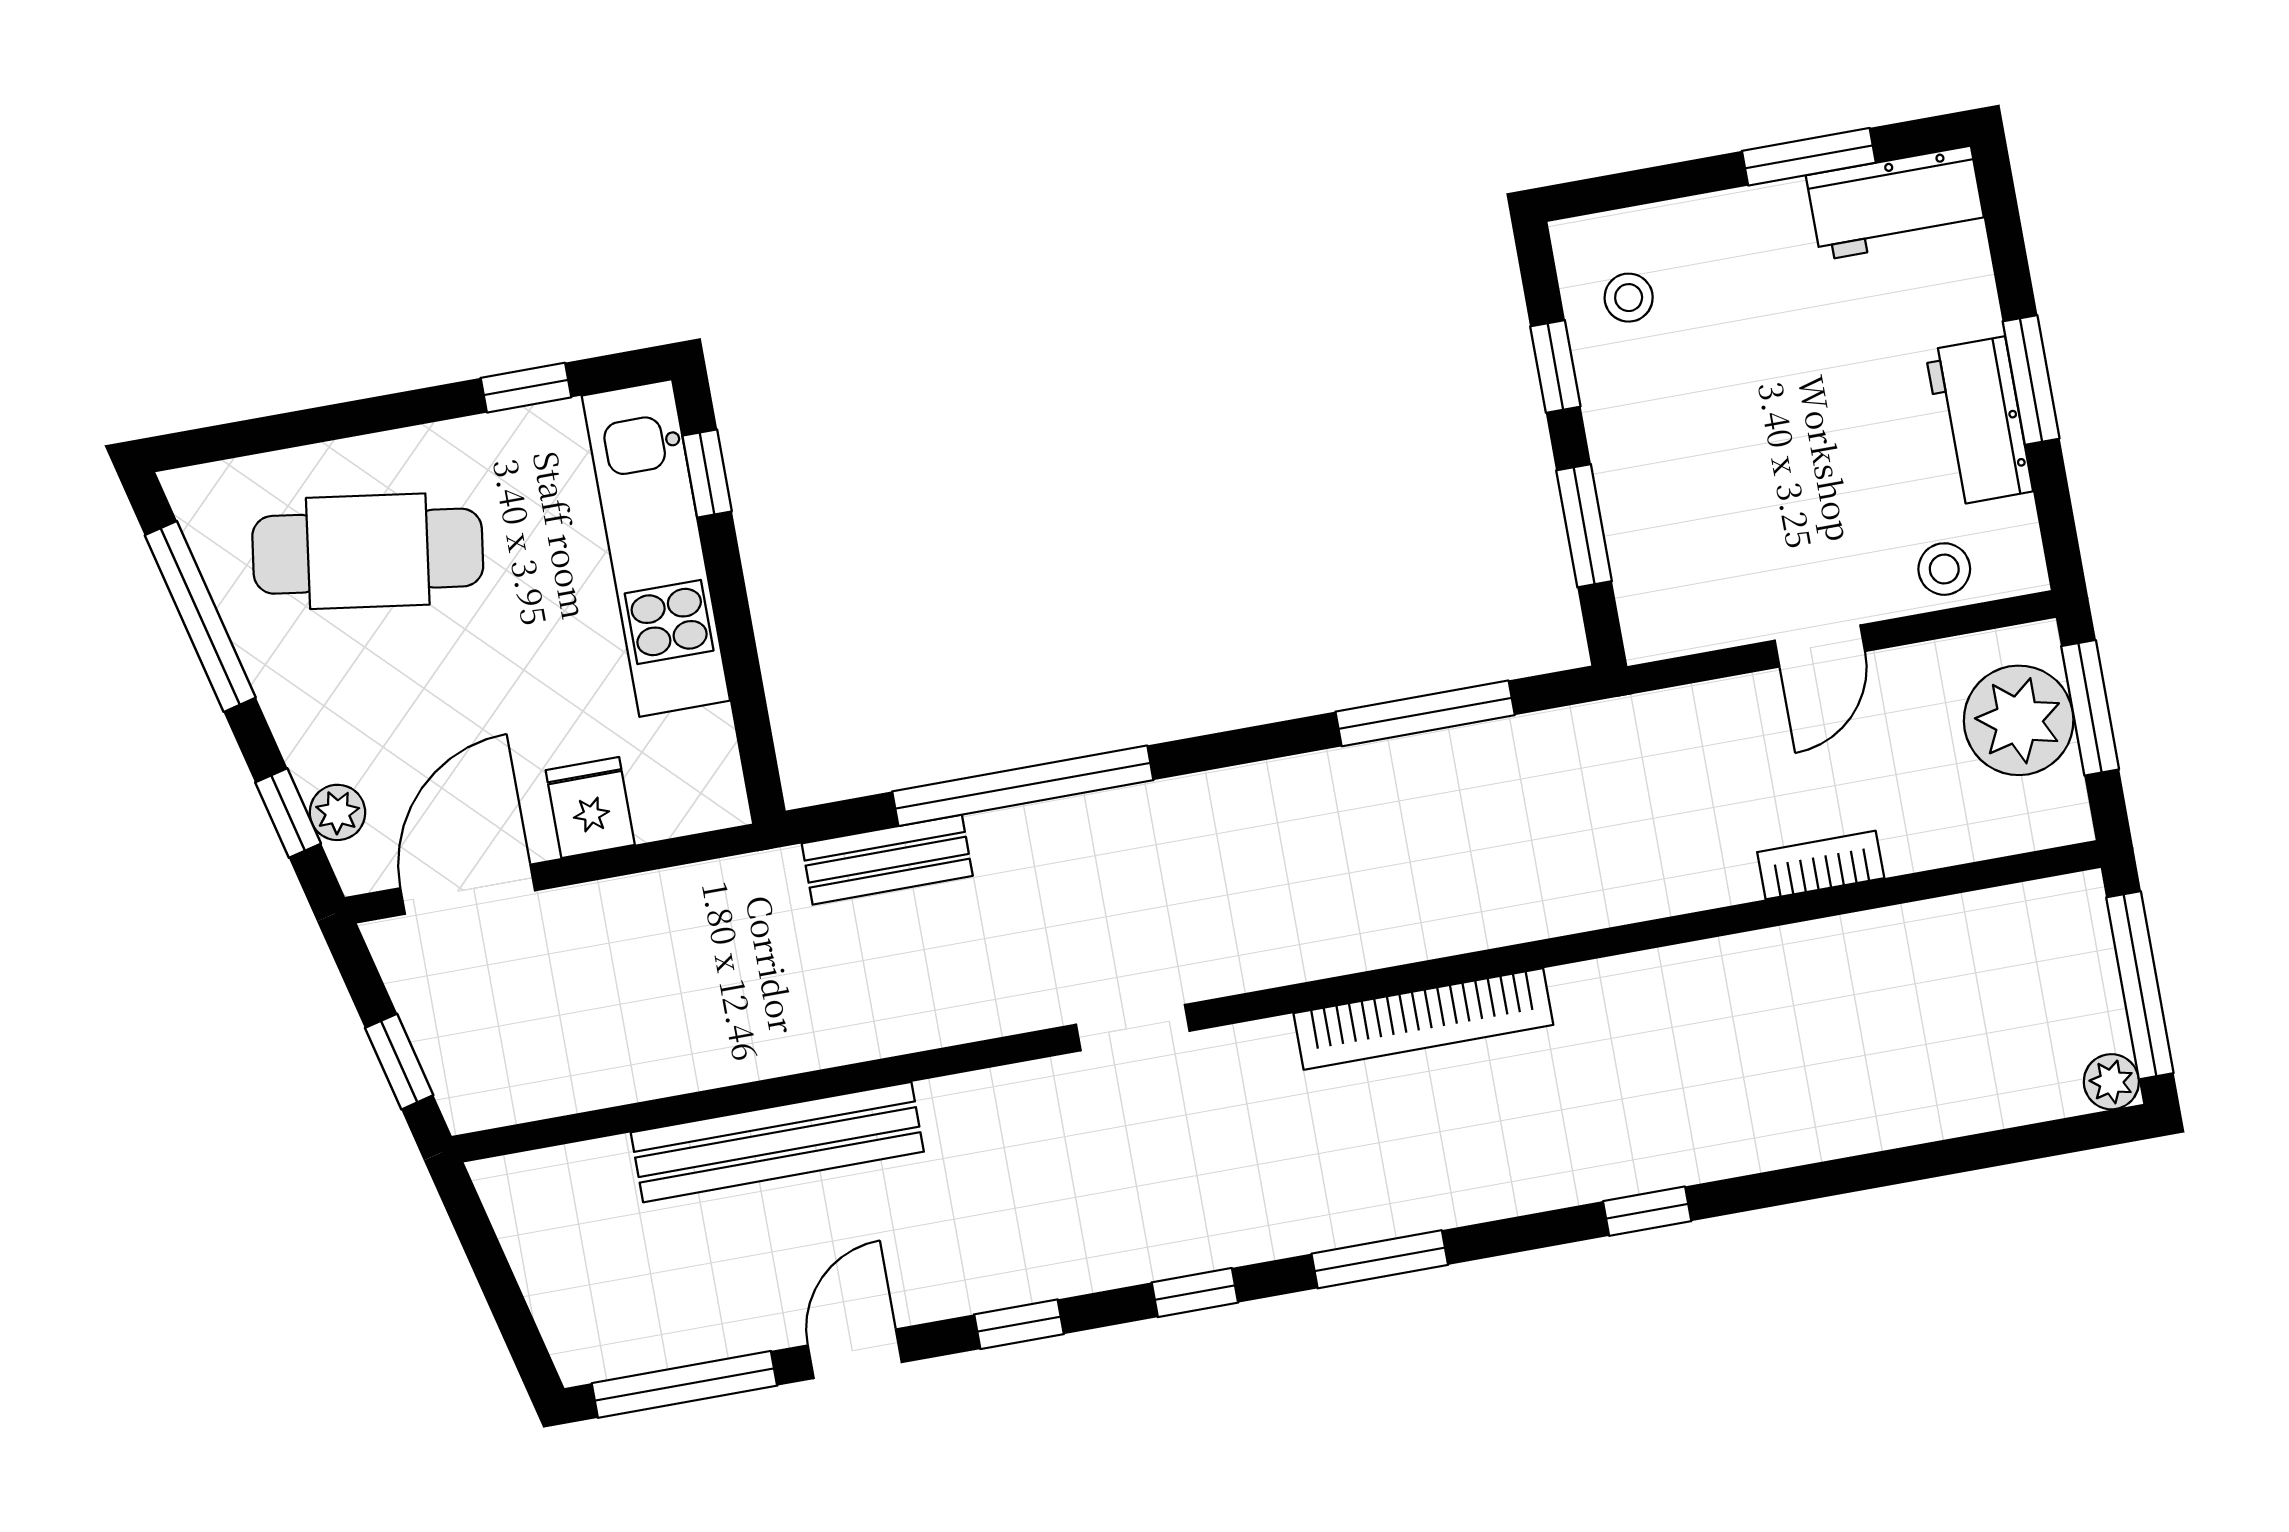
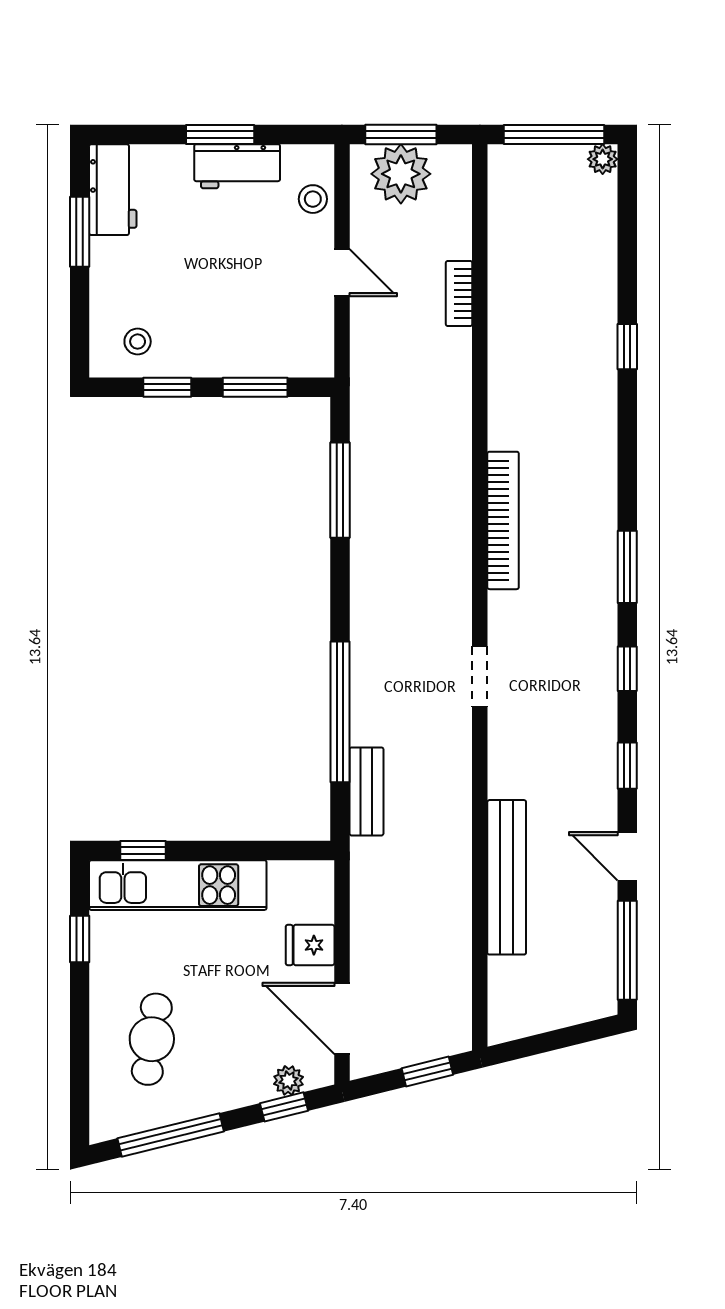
cafe table: (368, 551) -> (152, 1039), width x0.73, depth x0.74
window: (1647, 1211) -> (627, 347), moved

